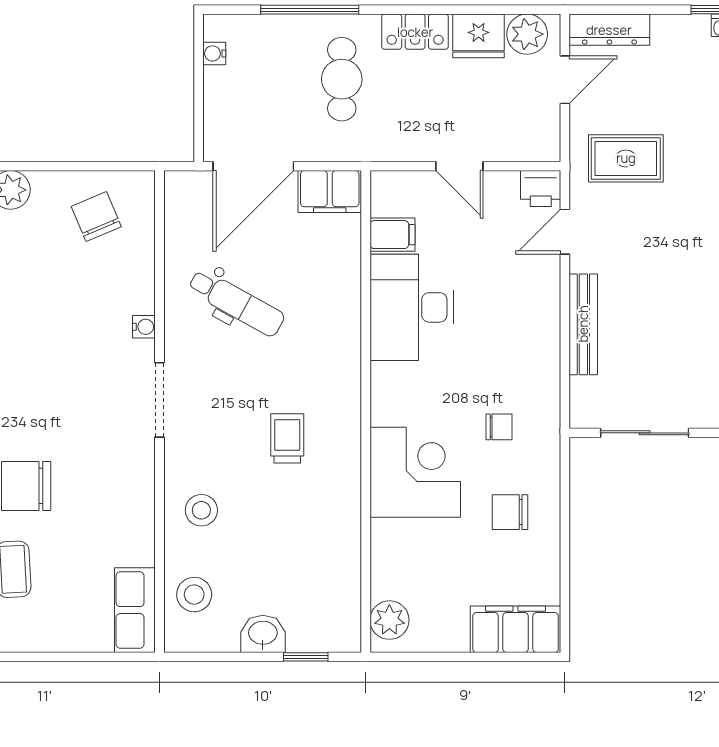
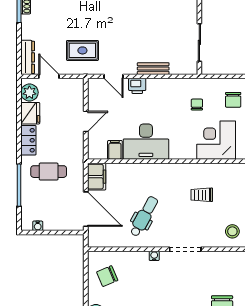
rug: (626, 158) -> (82, 50), turned 90
printer: (541, 189) -> (137, 86), moved, turned 90
bench: (583, 324) -> (153, 69), width x0.73

